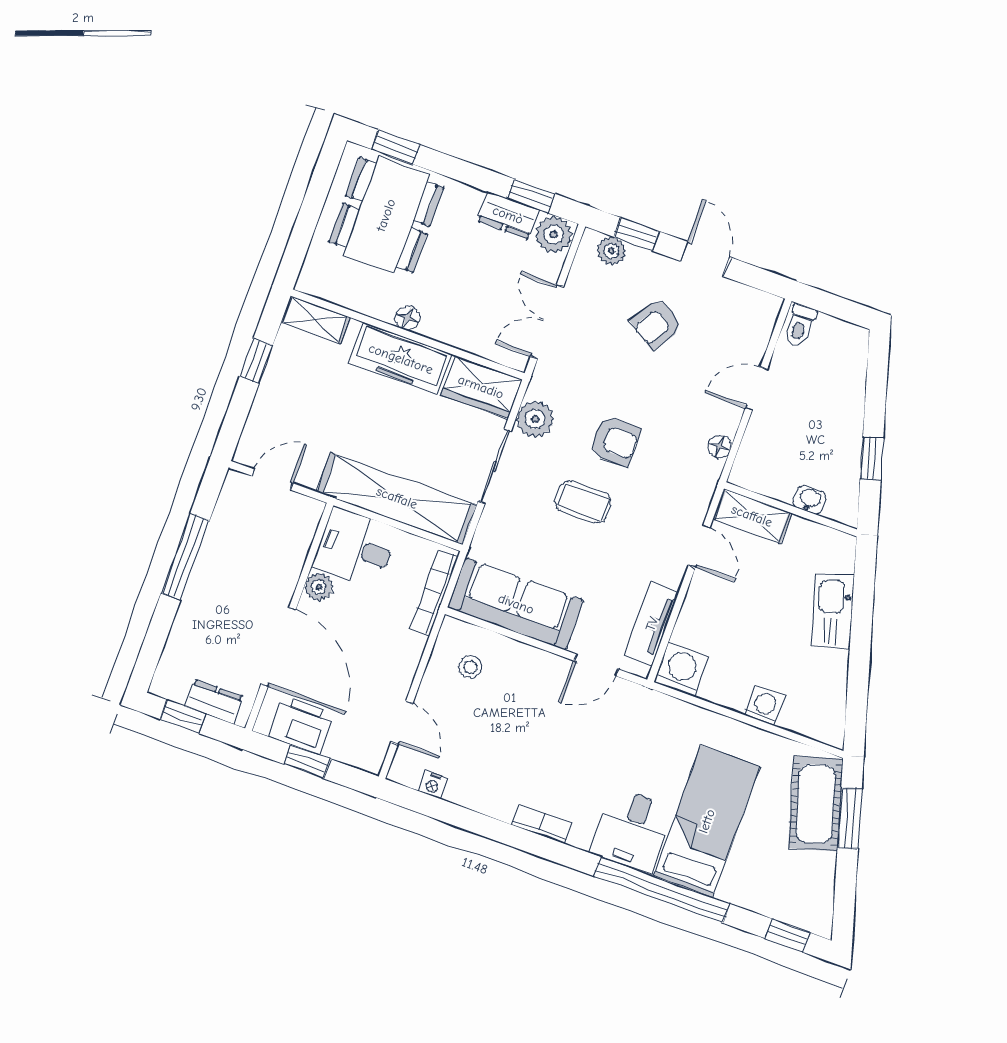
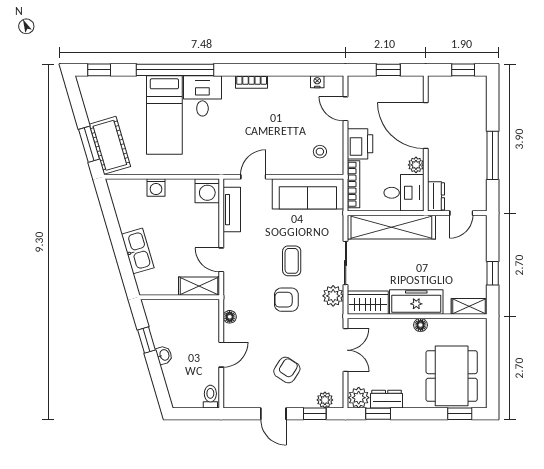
washbasin: (810, 499) -> (164, 355), moved, turned -106
coffee table: (583, 502) -> (292, 261), turned 90
dresser: (214, 701) -> (436, 196), moved, turned -90
printer: (301, 725) -> (360, 144), moved, turned -90

